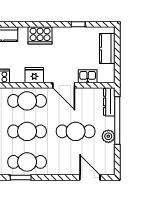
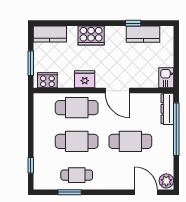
kitchen counter: (107, 49) -> (143, 34), moved, turned -90
kitchen sink: (88, 76) -> (166, 78), moved, turned -90
plant: (108, 136) -> (166, 181), moved
cafe table: (27, 162) -> (77, 175), width x0.73, depth x0.74

